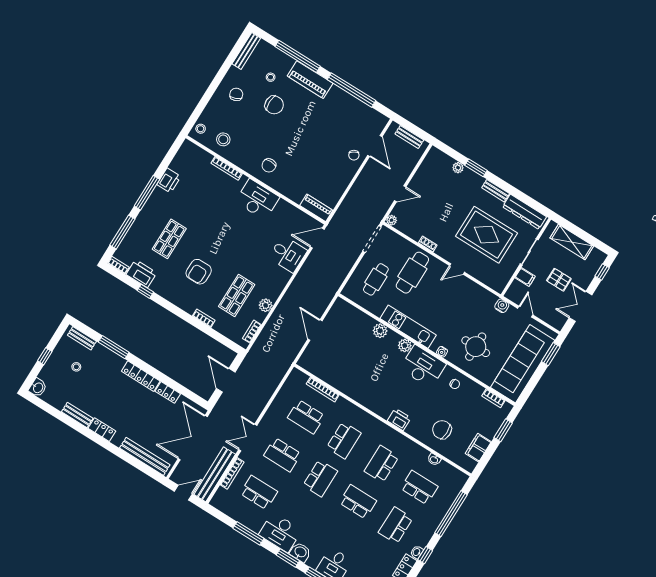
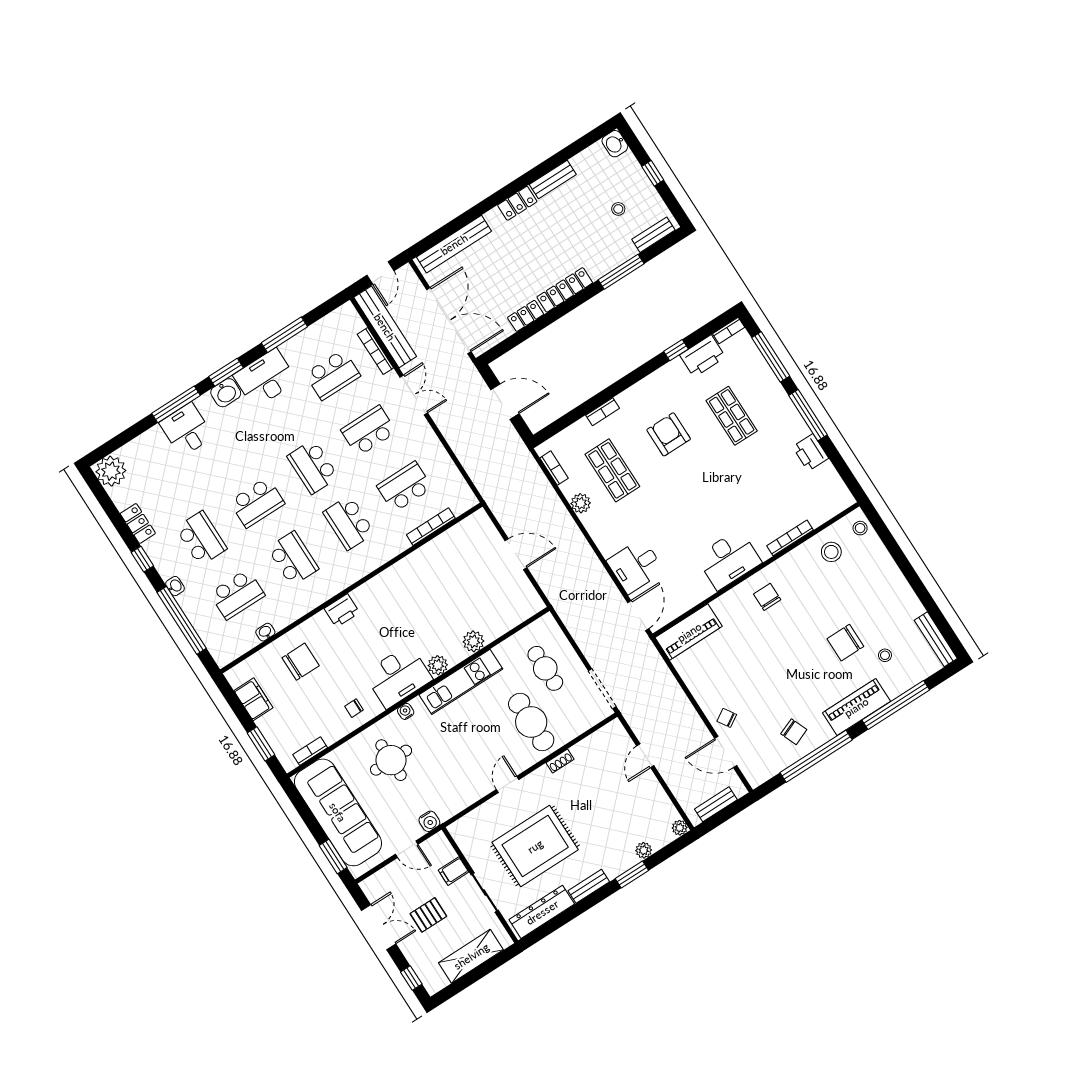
chair: (236, 94) -> (794, 732), moved
piano: (316, 208) -> (689, 632), width x1.37, depth x1.33
plant: (392, 220) -> (680, 828), moved
washbasin: (417, 552) -> (175, 586), moved

